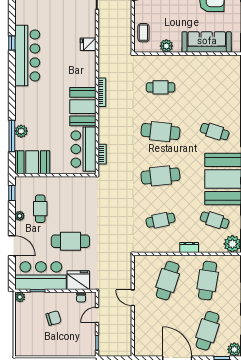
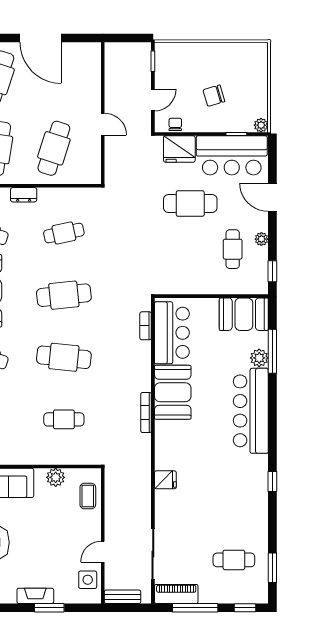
bar counter: (27, 55) -> (251, 411), moved

